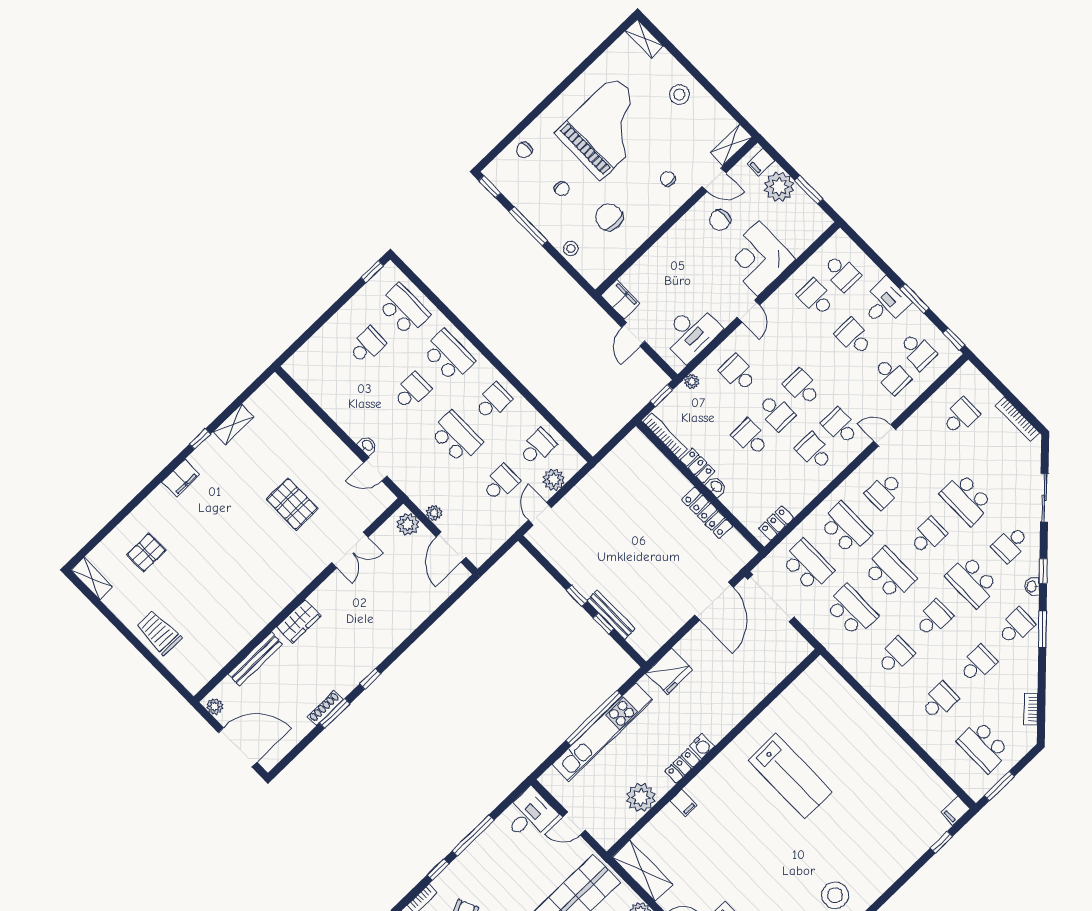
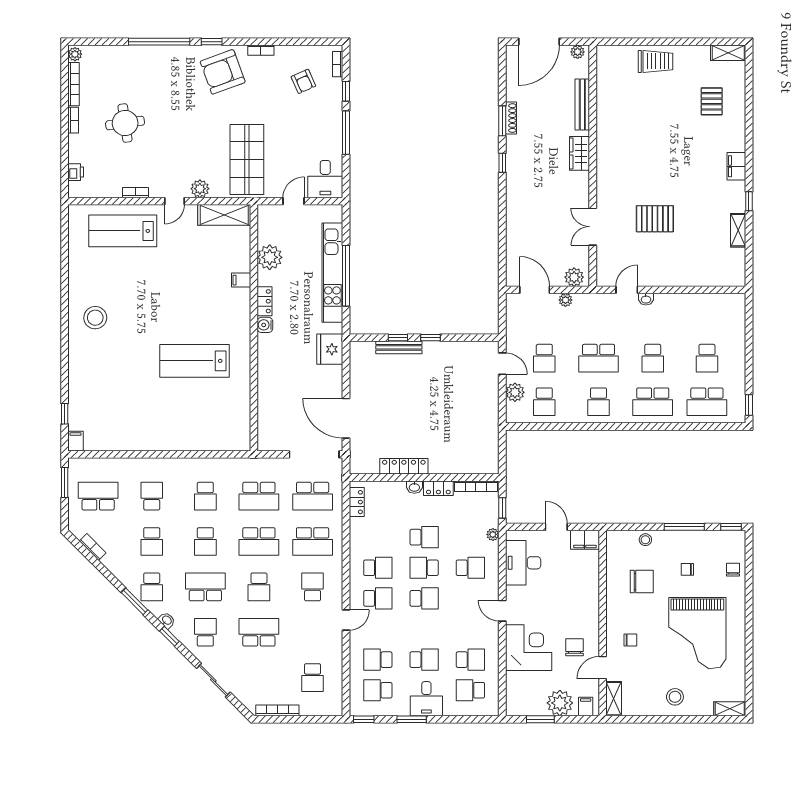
school desk: (939, 701) -> (152, 496), turned 180

